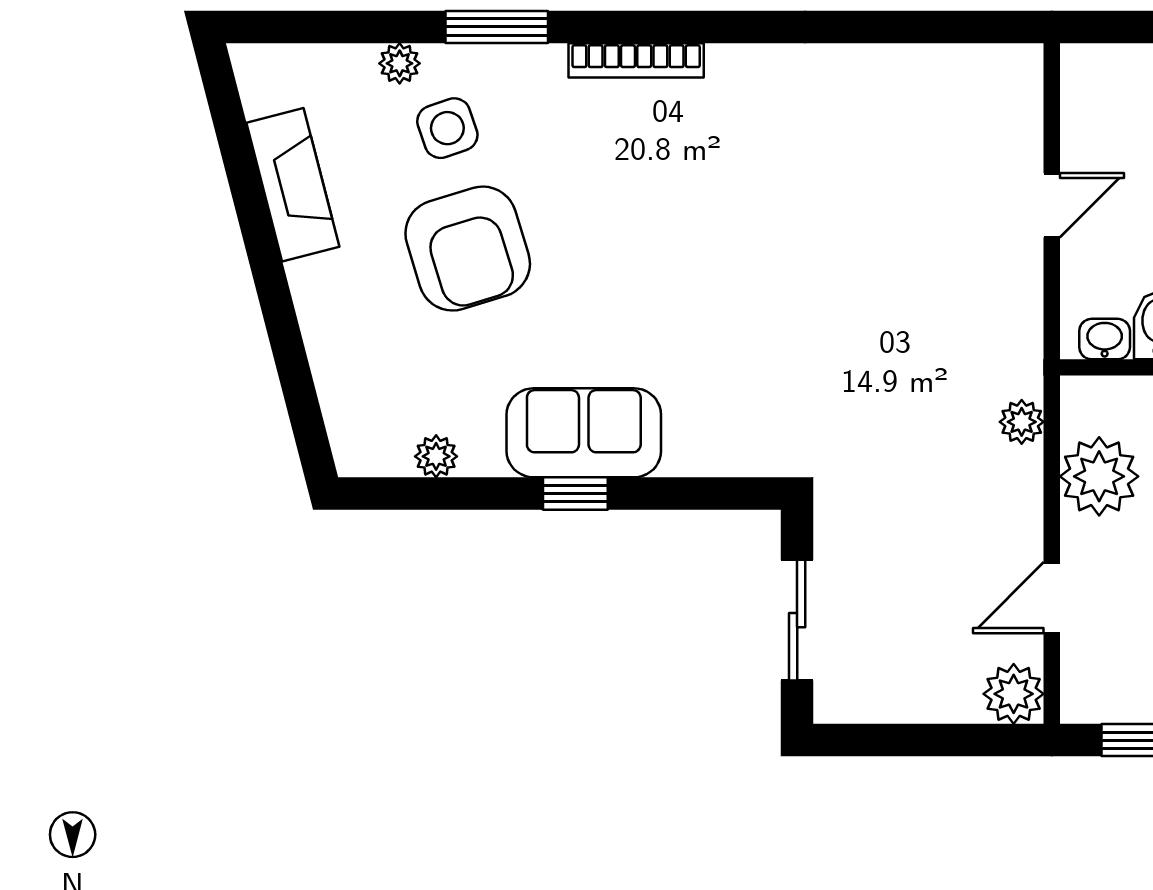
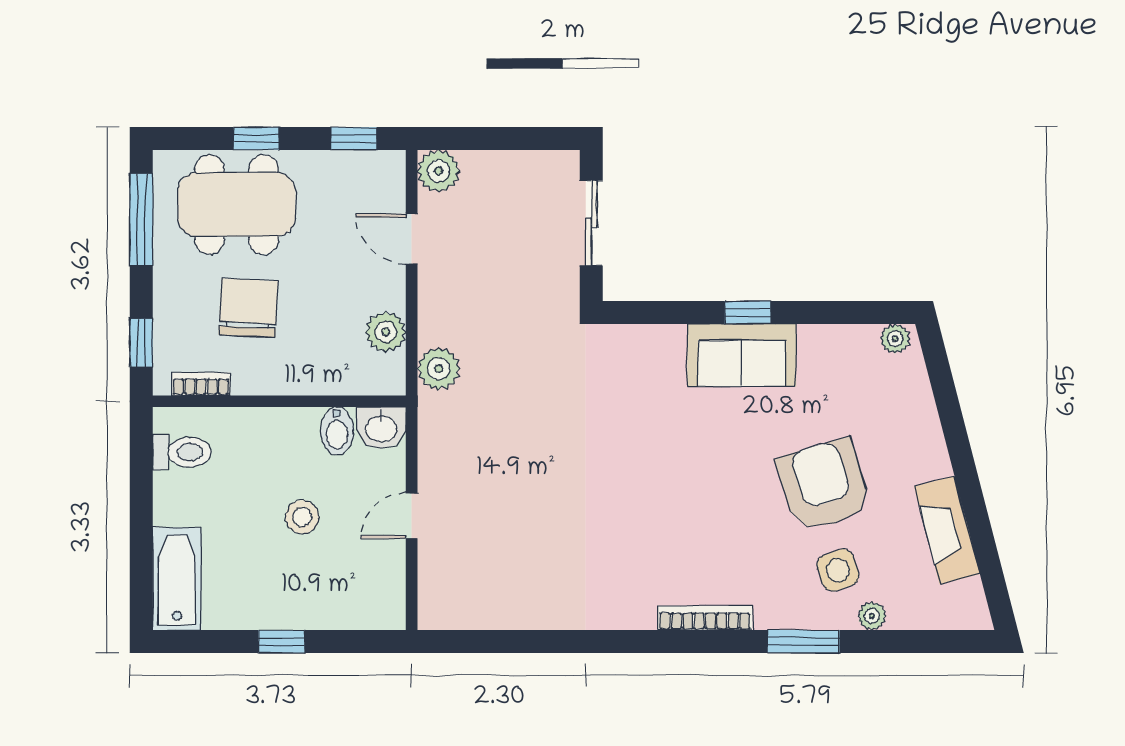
washbasin: (1105, 339) -> (381, 428), width x1.38, depth x1.45
plant: (1022, 422) -> (439, 369), width x1.38, depth x1.38
plant: (436, 456) -> (895, 339), moved
plant: (1099, 476) -> (386, 332), width x0.73, depth x0.73
door: (1052, 598) -> (412, 239), swing flipped

